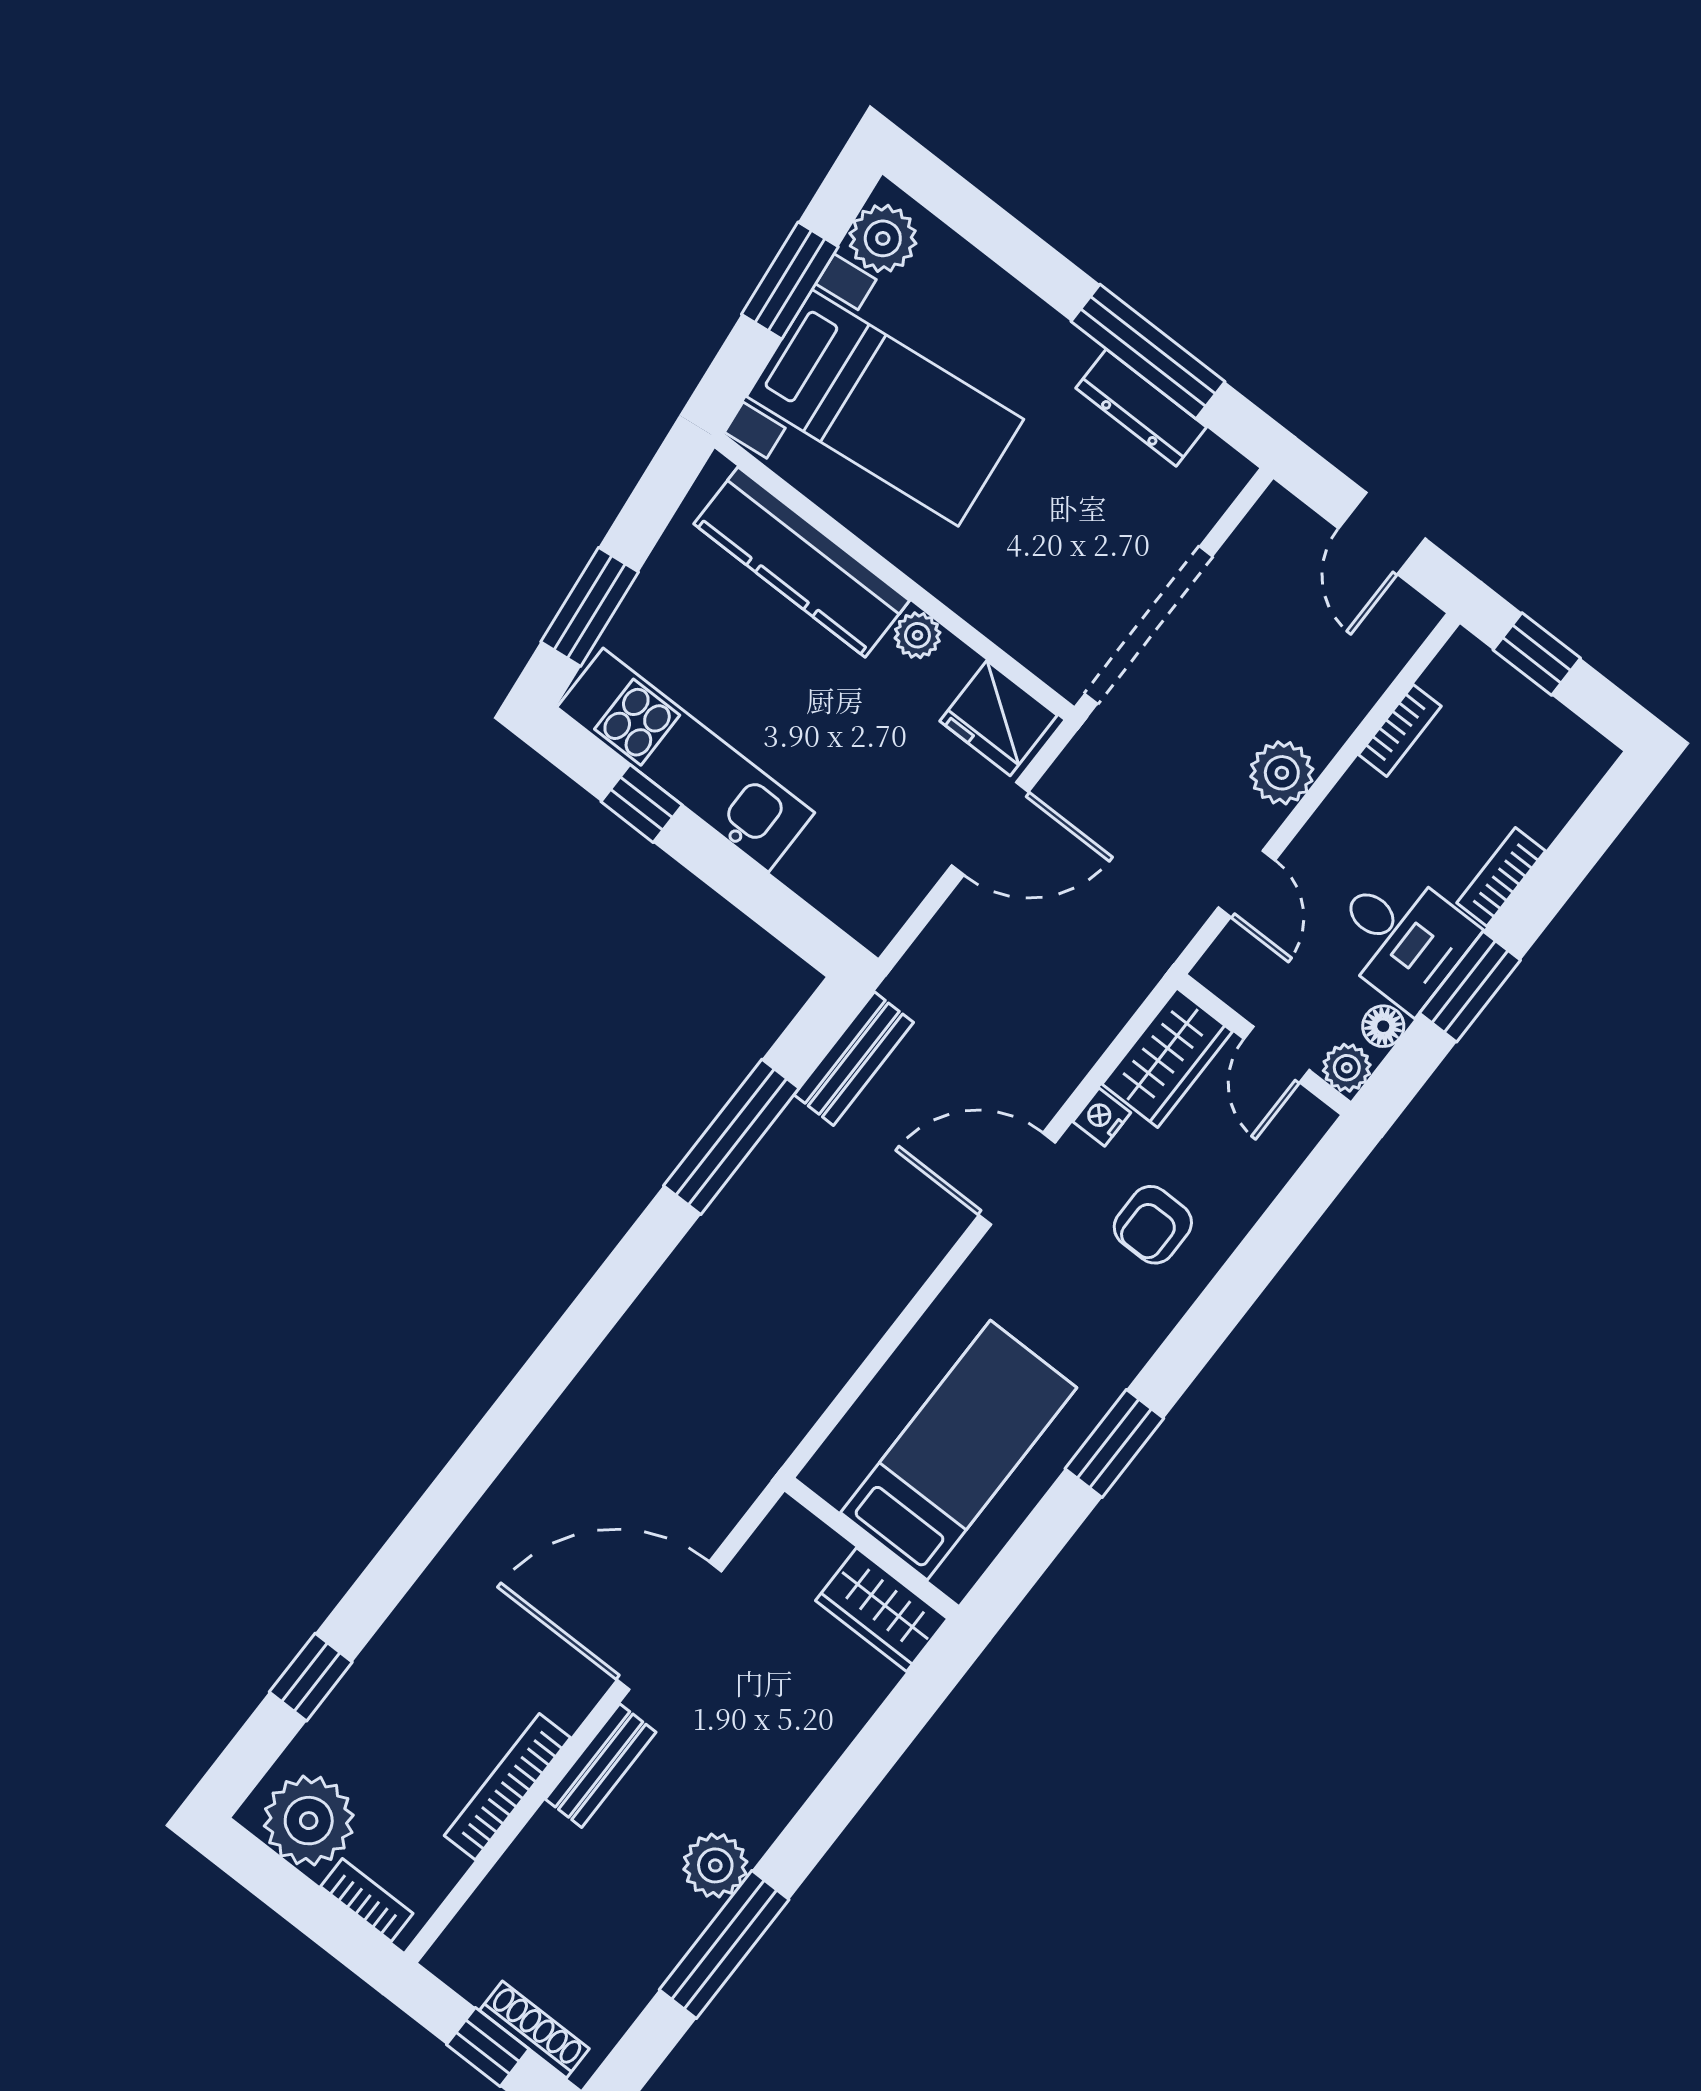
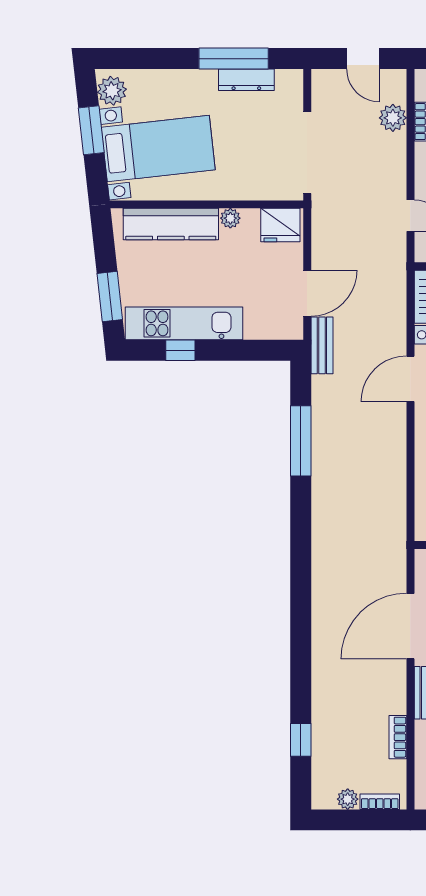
plant: (1282, 773) -> (393, 118), moved
door: (990, 829) -> (307, 293), moved
bench: (854, 1059) -> (322, 345), moved
bookcase: (507, 1787) -> (398, 737), width x0.64
plant: (309, 1821) -> (348, 799), width x0.53, depth x0.53

